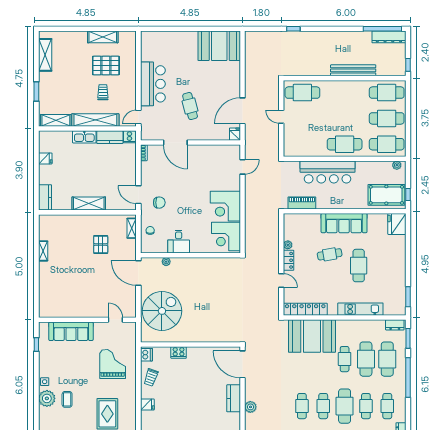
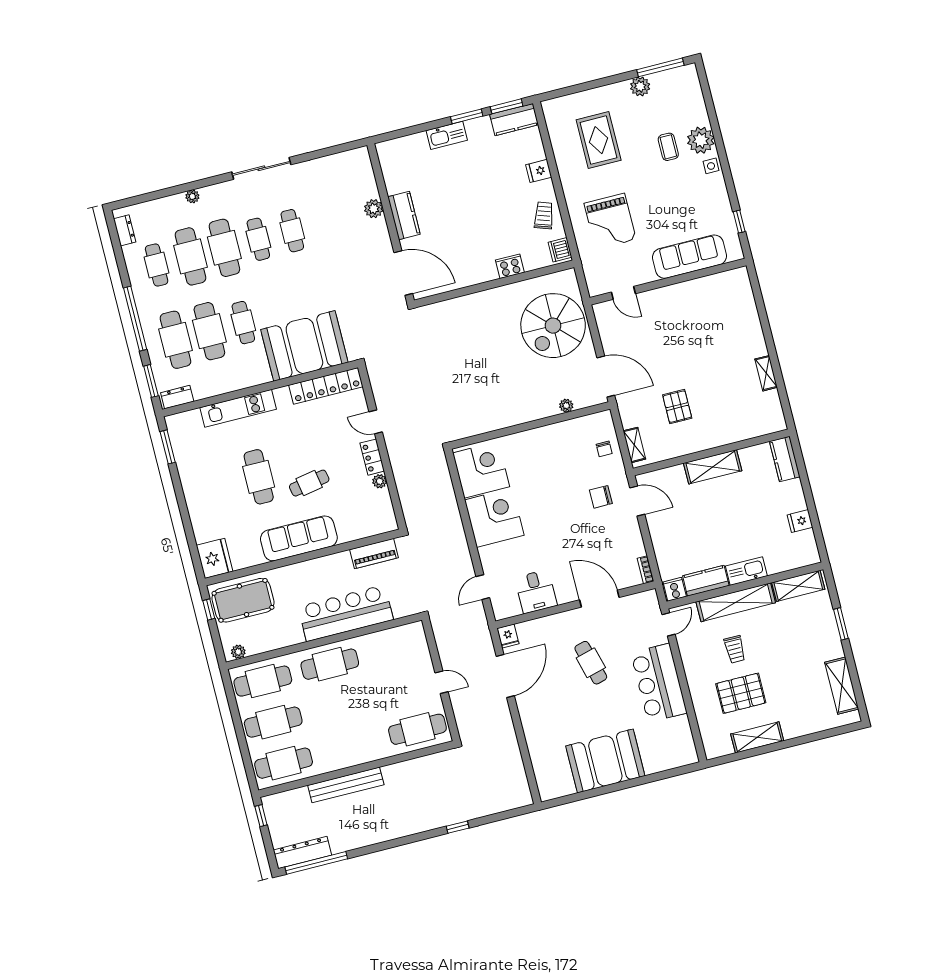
booth: (219, 46) -> (605, 761), moved
desk: (179, 242) -> (536, 592), moved, turned 180
cafe table: (366, 406) -> (190, 256), width x1.37, depth x1.35

